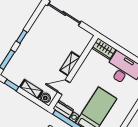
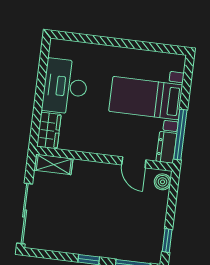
shelving: (70, 64) -> (54, 164), moved
shelving: (31, 89) -> (159, 209), removed

